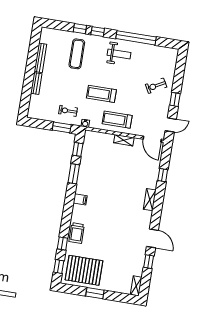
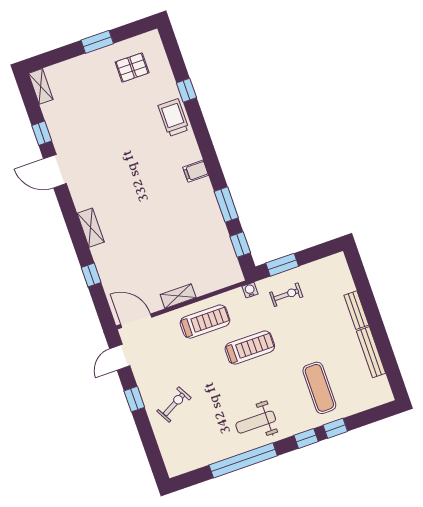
window: (59, 266) -> (173, 53), removed
pallet: (84, 270) -> (132, 67), width x0.49, depth x0.50

